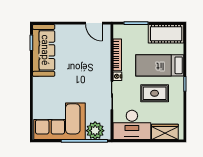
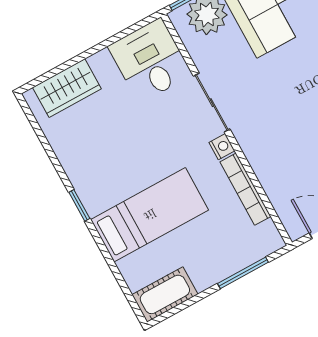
cot: (166, 34) -> (165, 294), width x0.73, depth x0.75
rug: (155, 93) -> (129, 154), removed
desk: (132, 125) -> (150, 61), width x0.73

